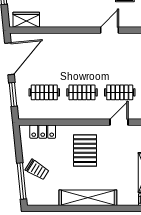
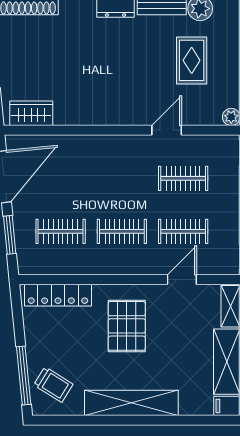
clothes rail: (120, 60) -> (183, 178), added
locker: (43, 132) -> (58, 295), width x1.53
trolley: (37, 170) -> (53, 385), moved

